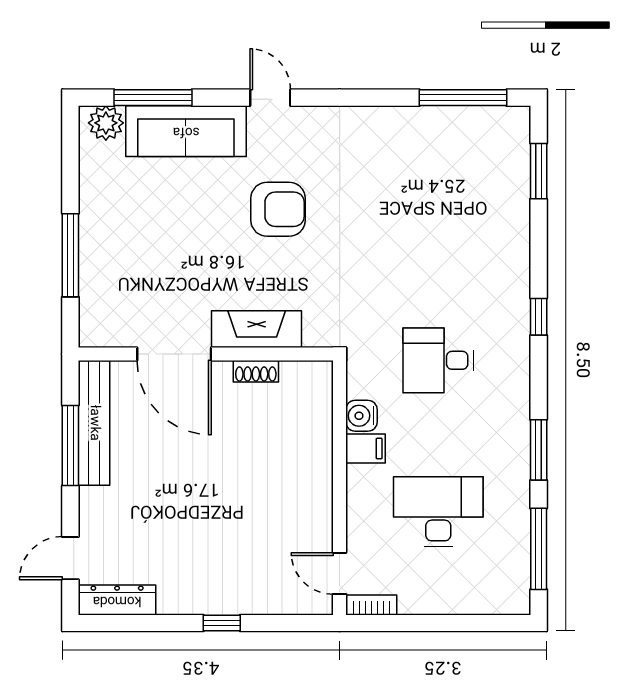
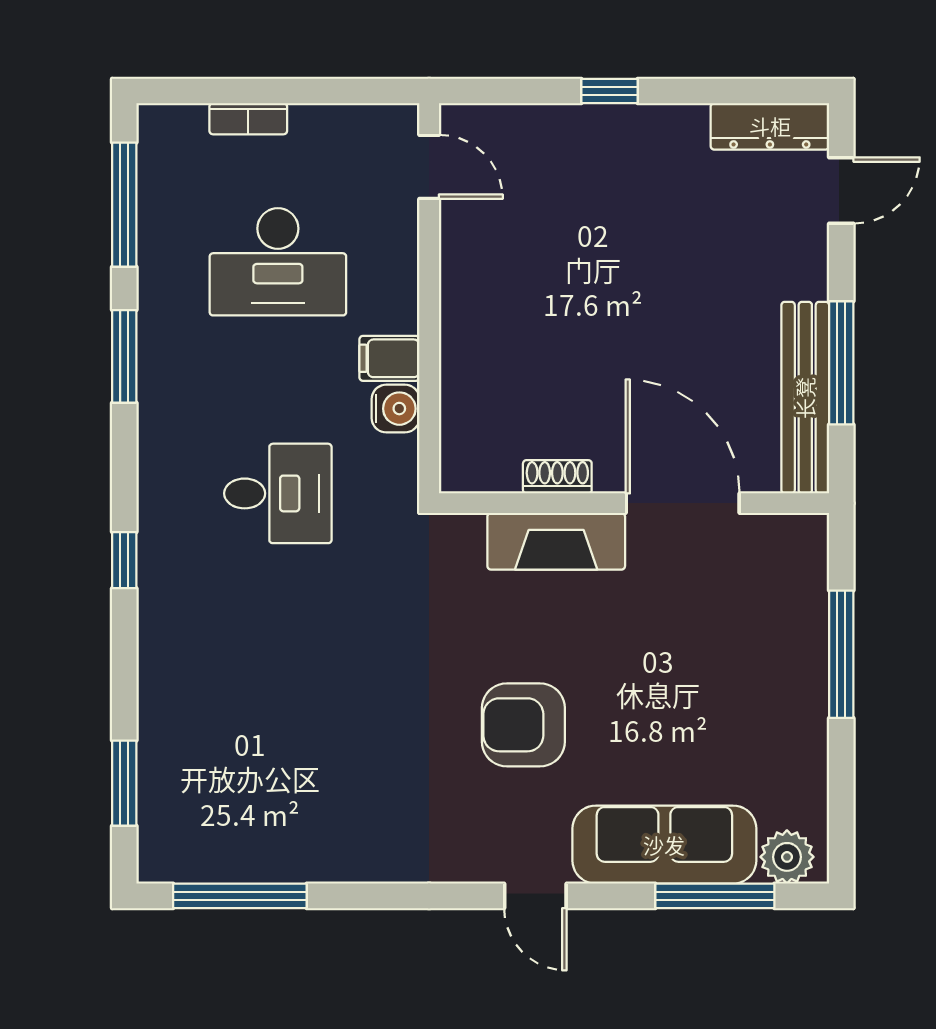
bookcase: (371, 605) -> (248, 119), moved

